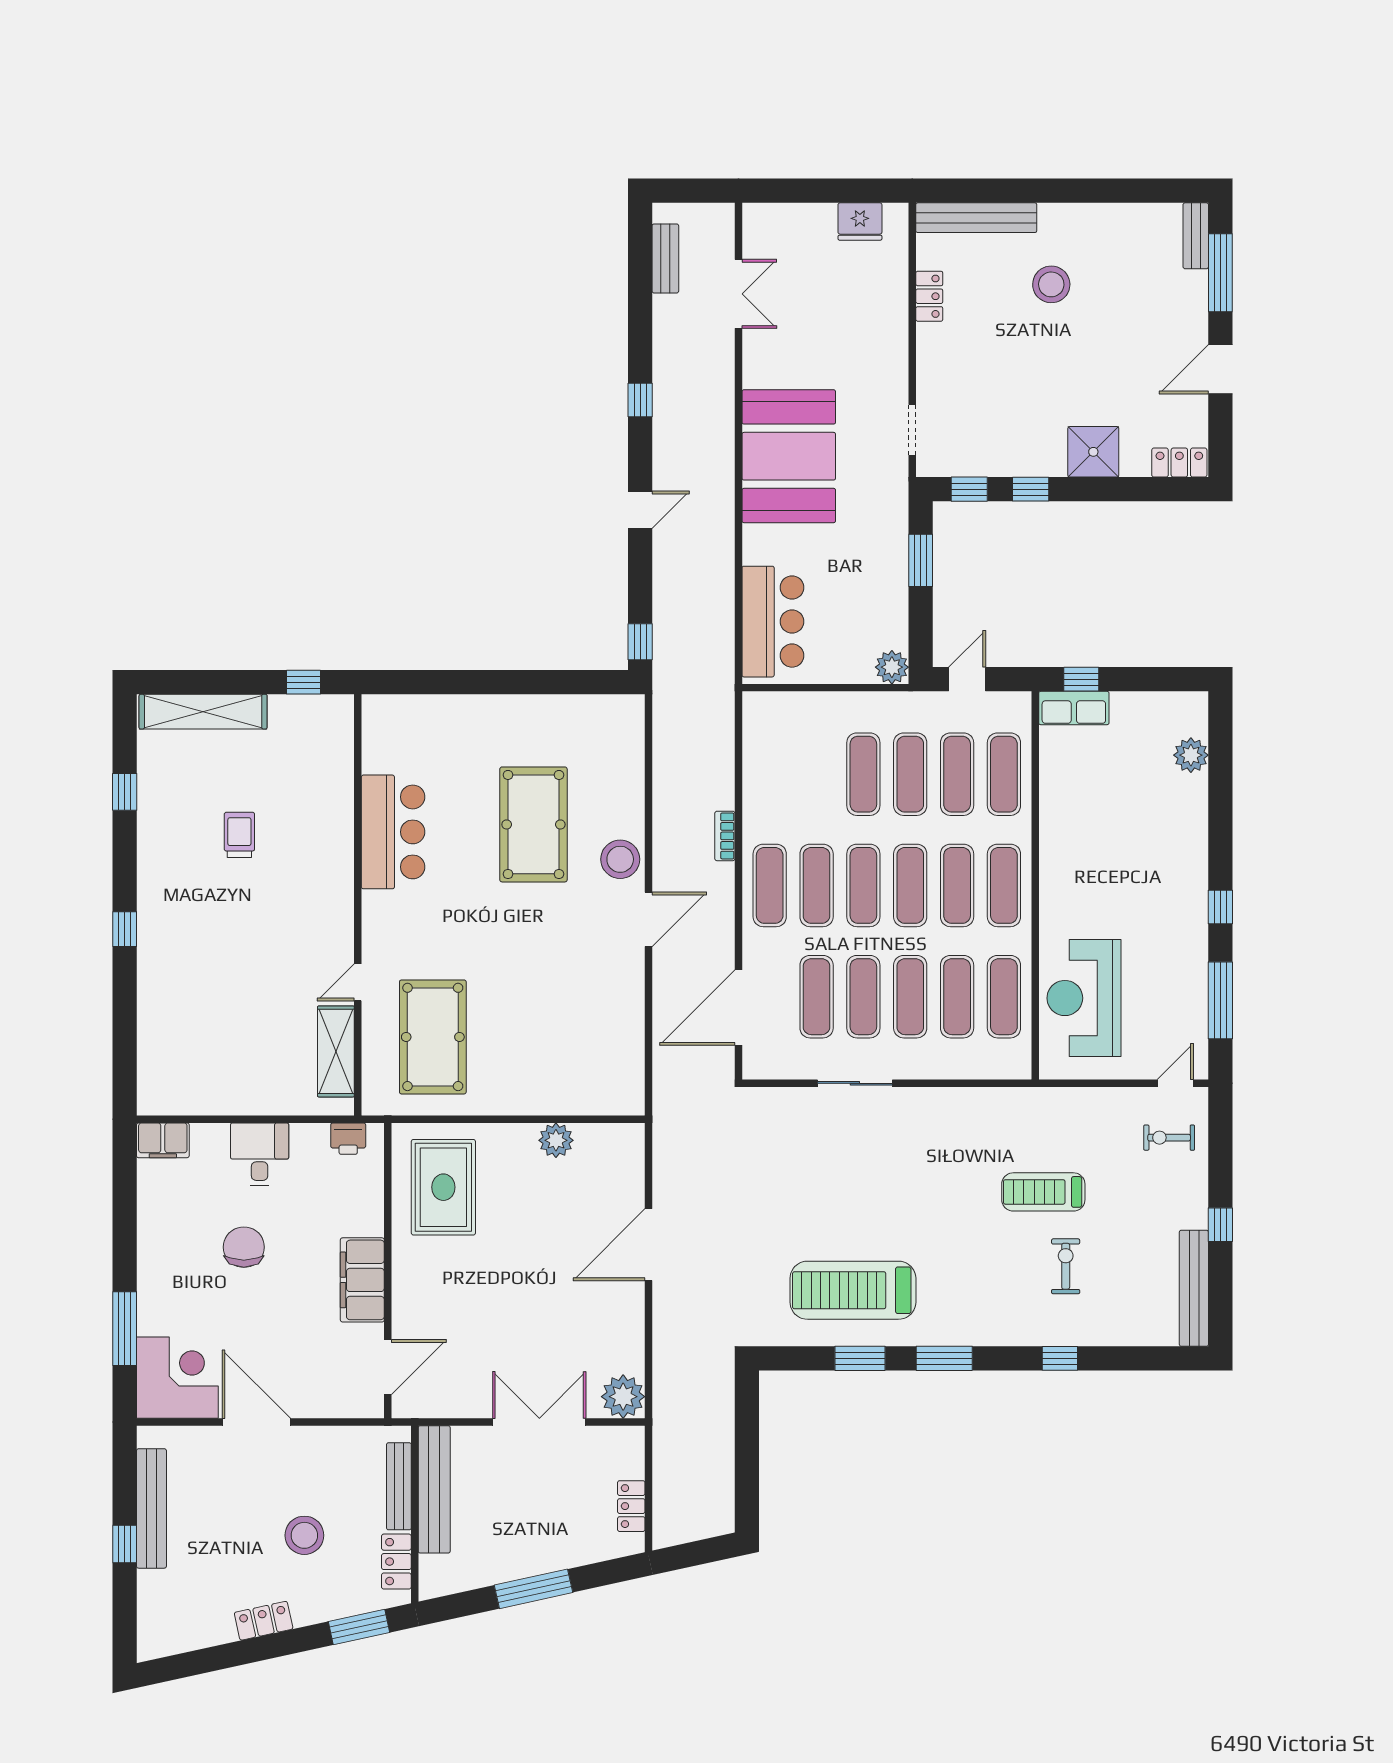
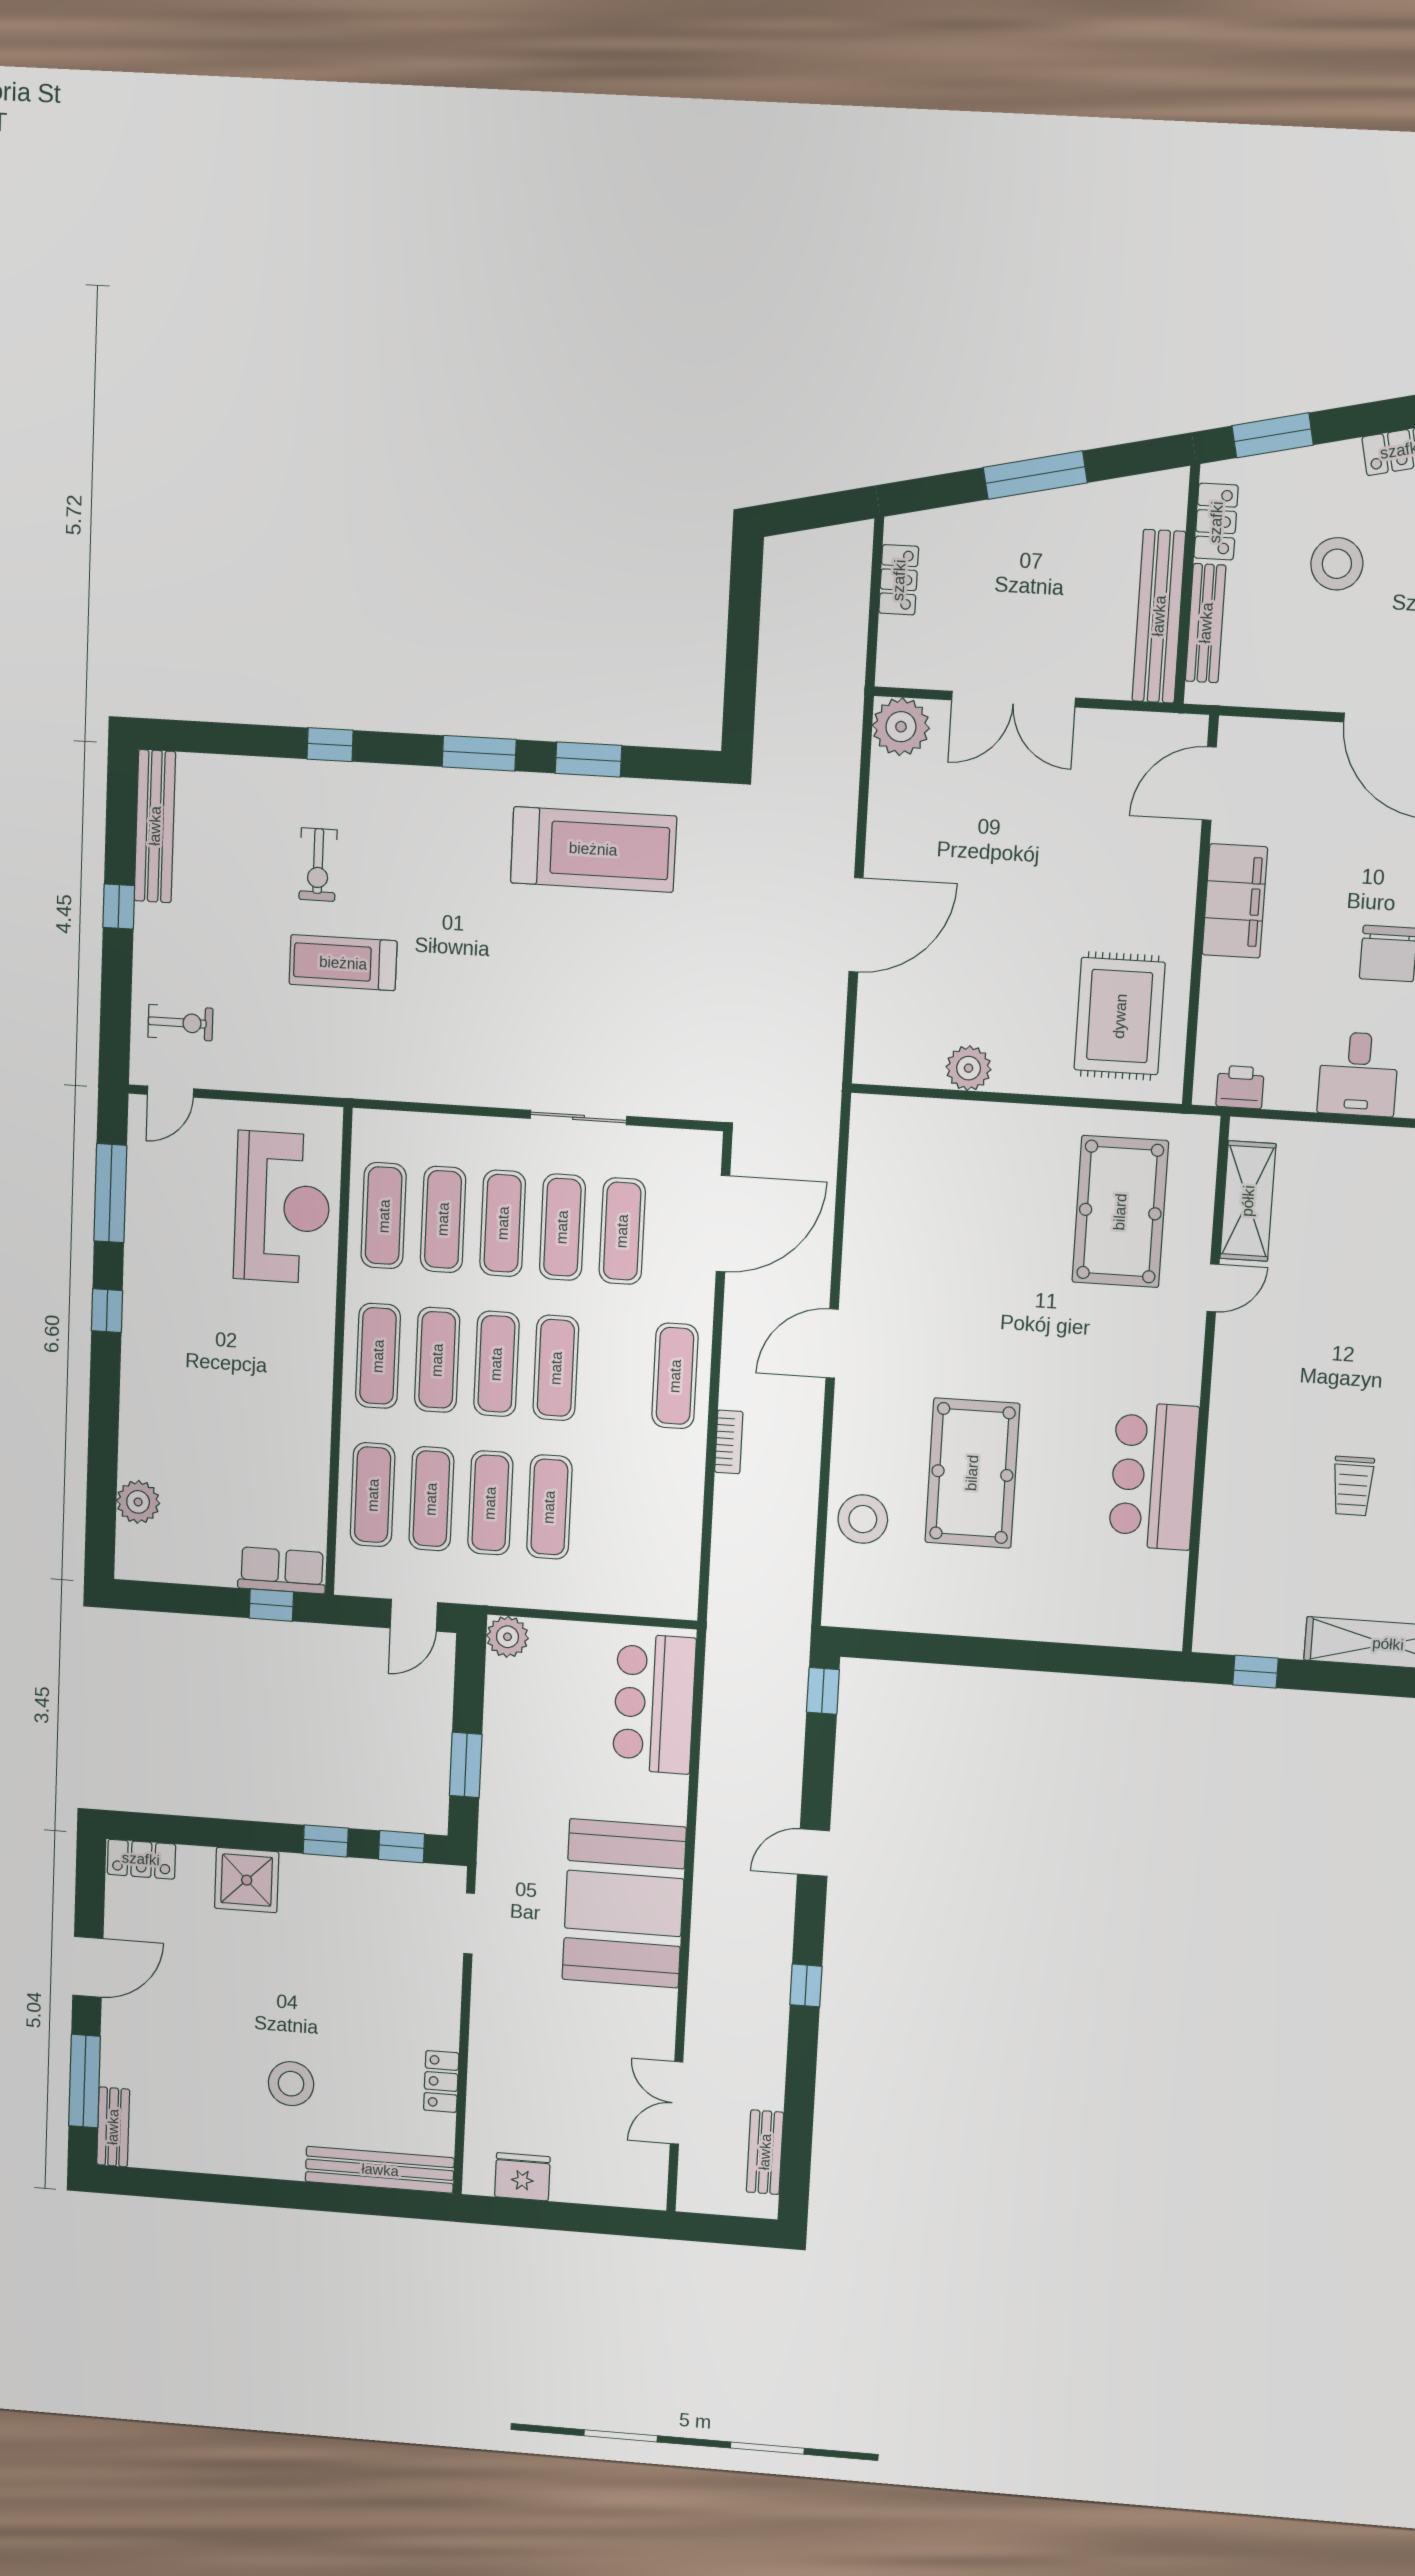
stool: (620, 859) -> (863, 1519), moved
exercise mat: (817, 885) -> (615, 1372), removed
treadmill: (1043, 1192) -> (343, 963), turned 180

